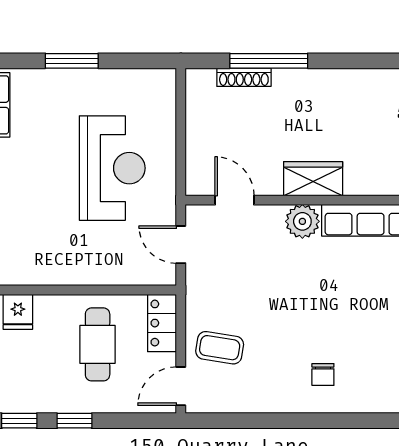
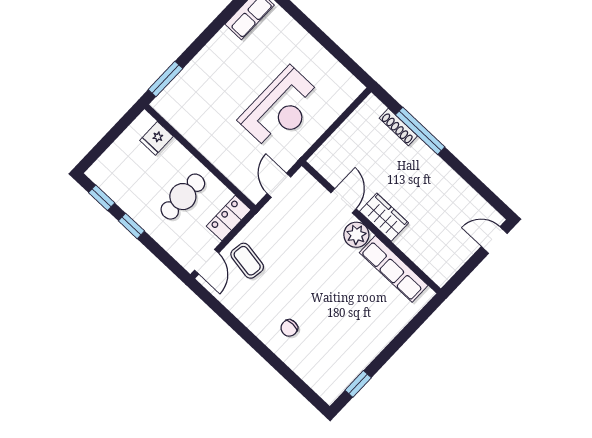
window: (72, 61) -> (314, 30), removed
door: (234, 200) -> (344, 201), moved
door: (181, 386) -> (207, 262), swing flipped

